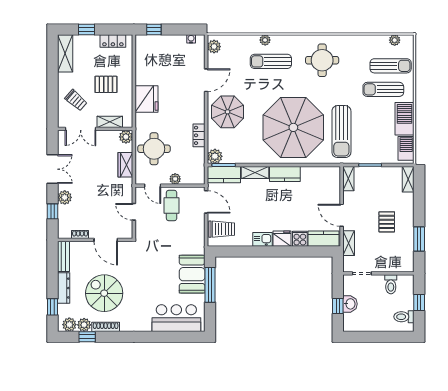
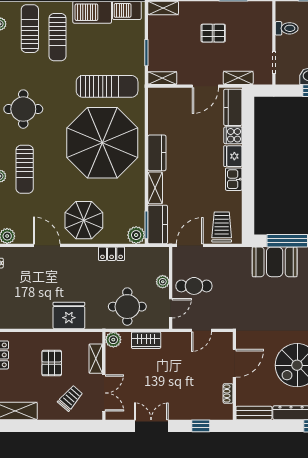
plant: (65, 197) -> (185, 412), removed

